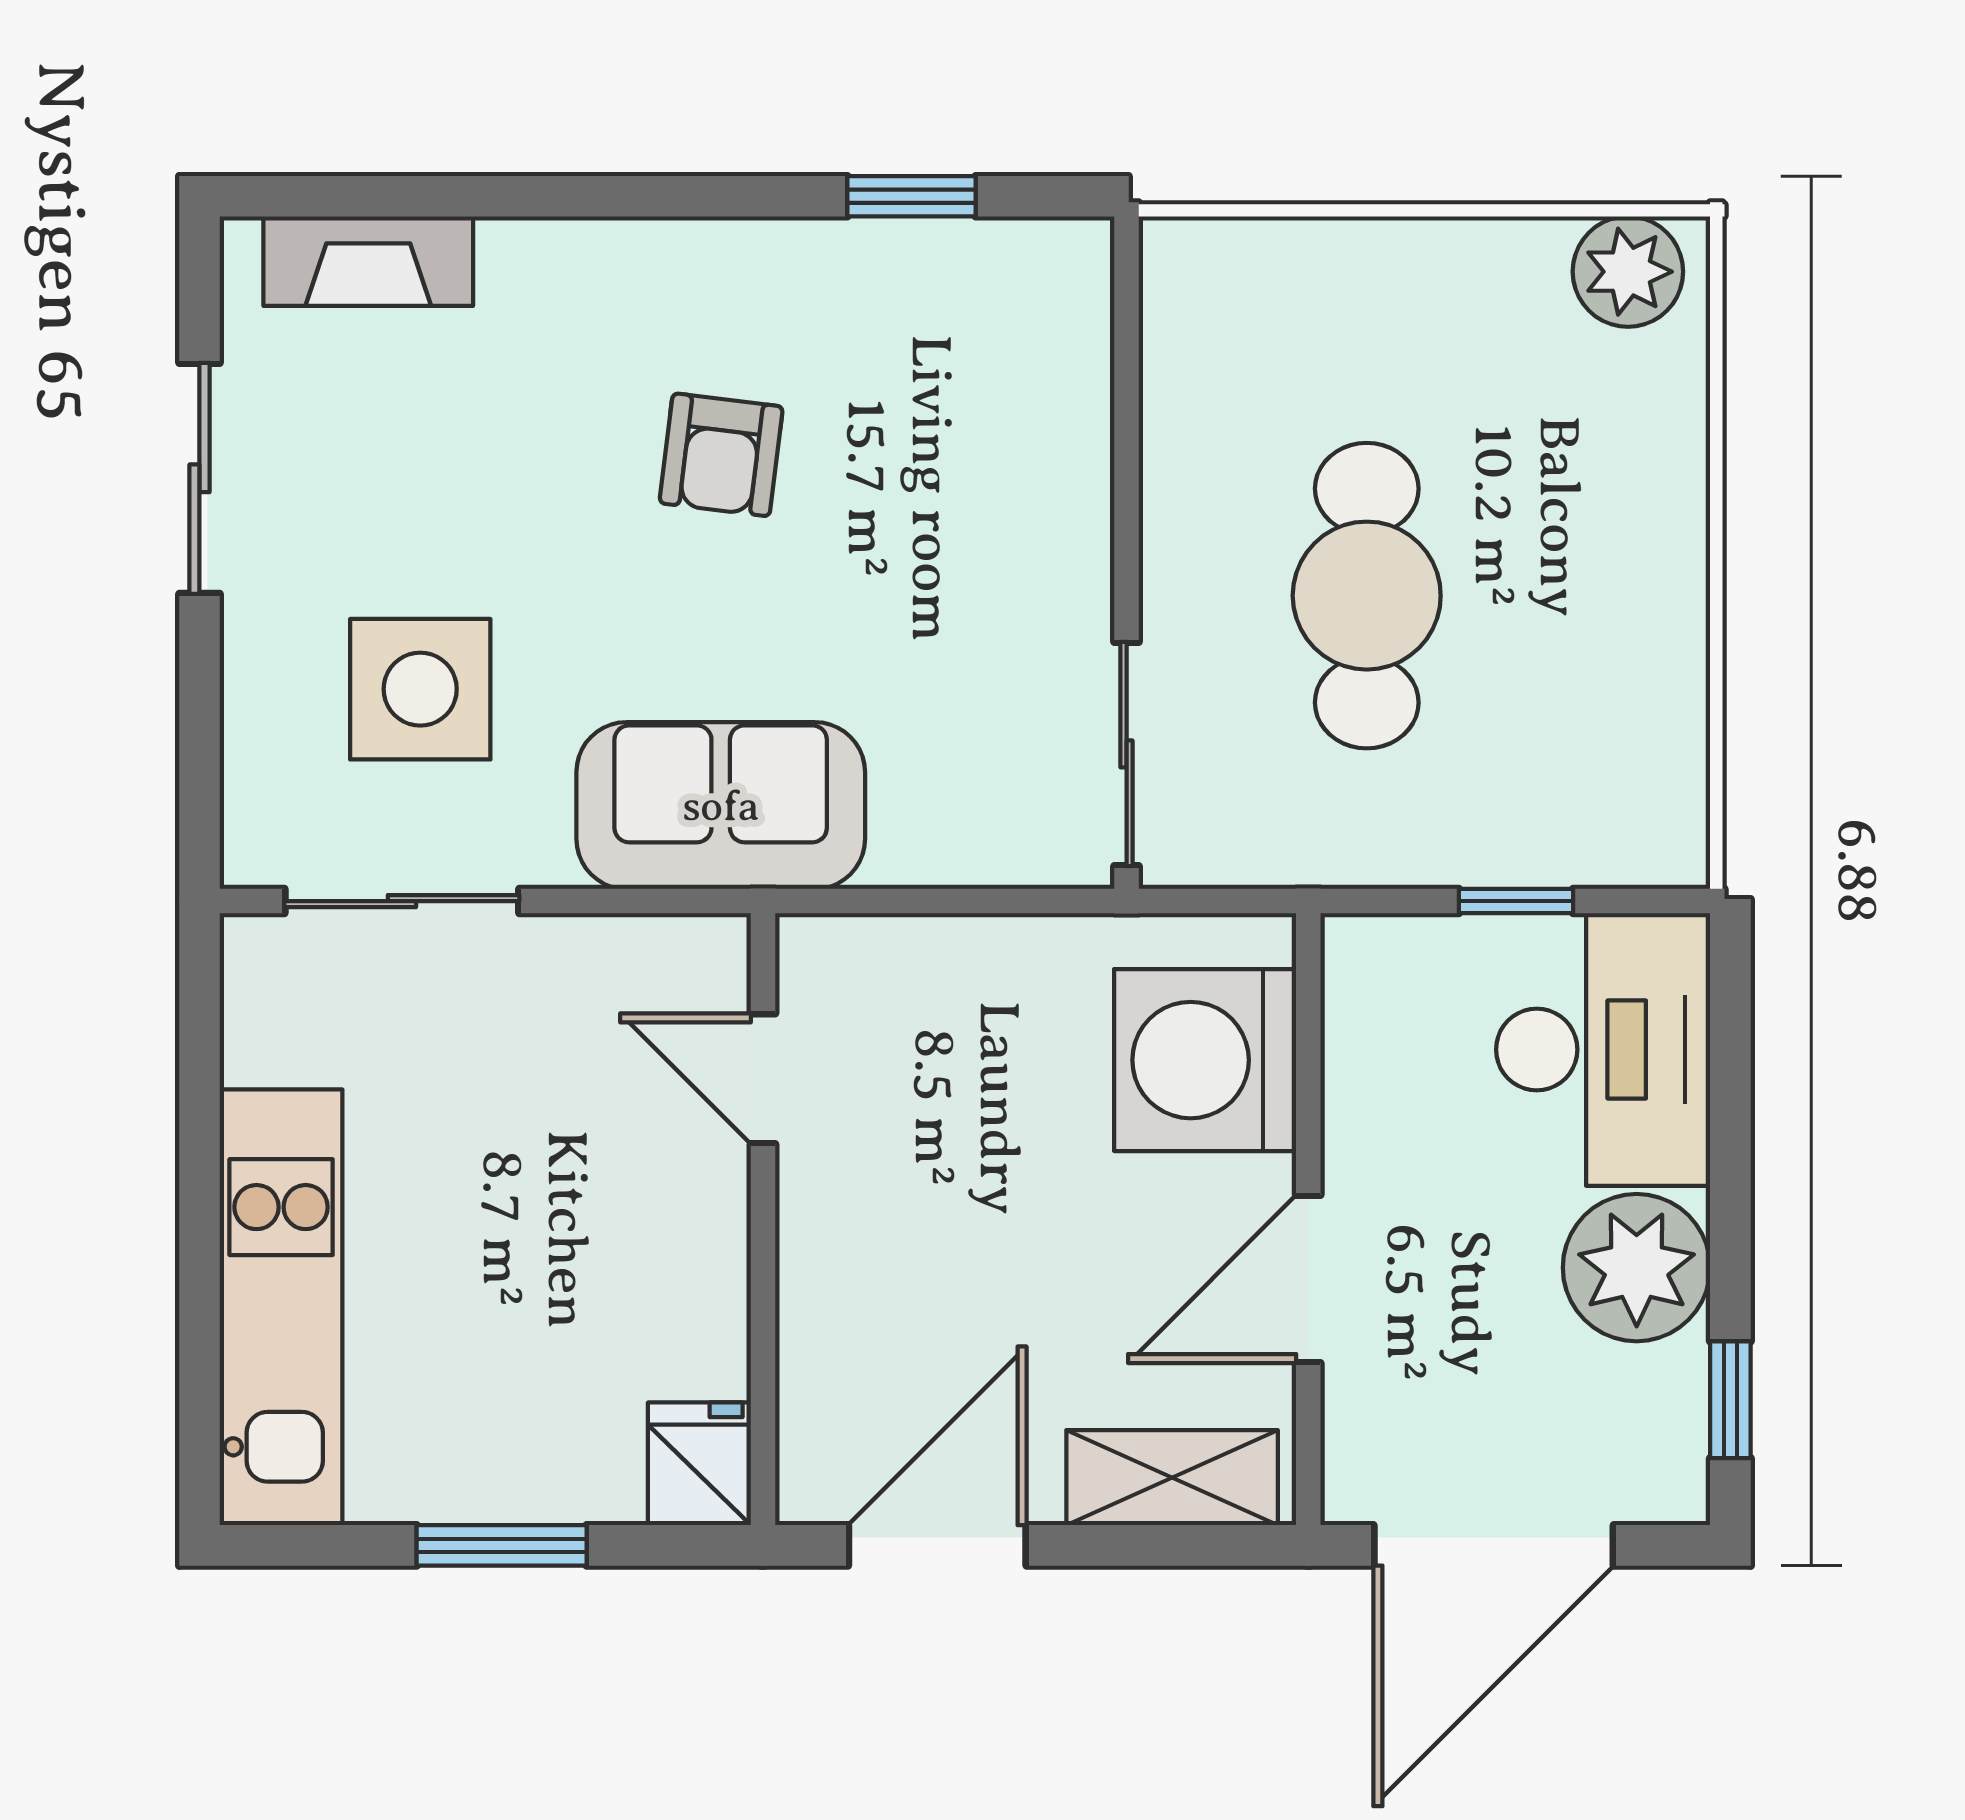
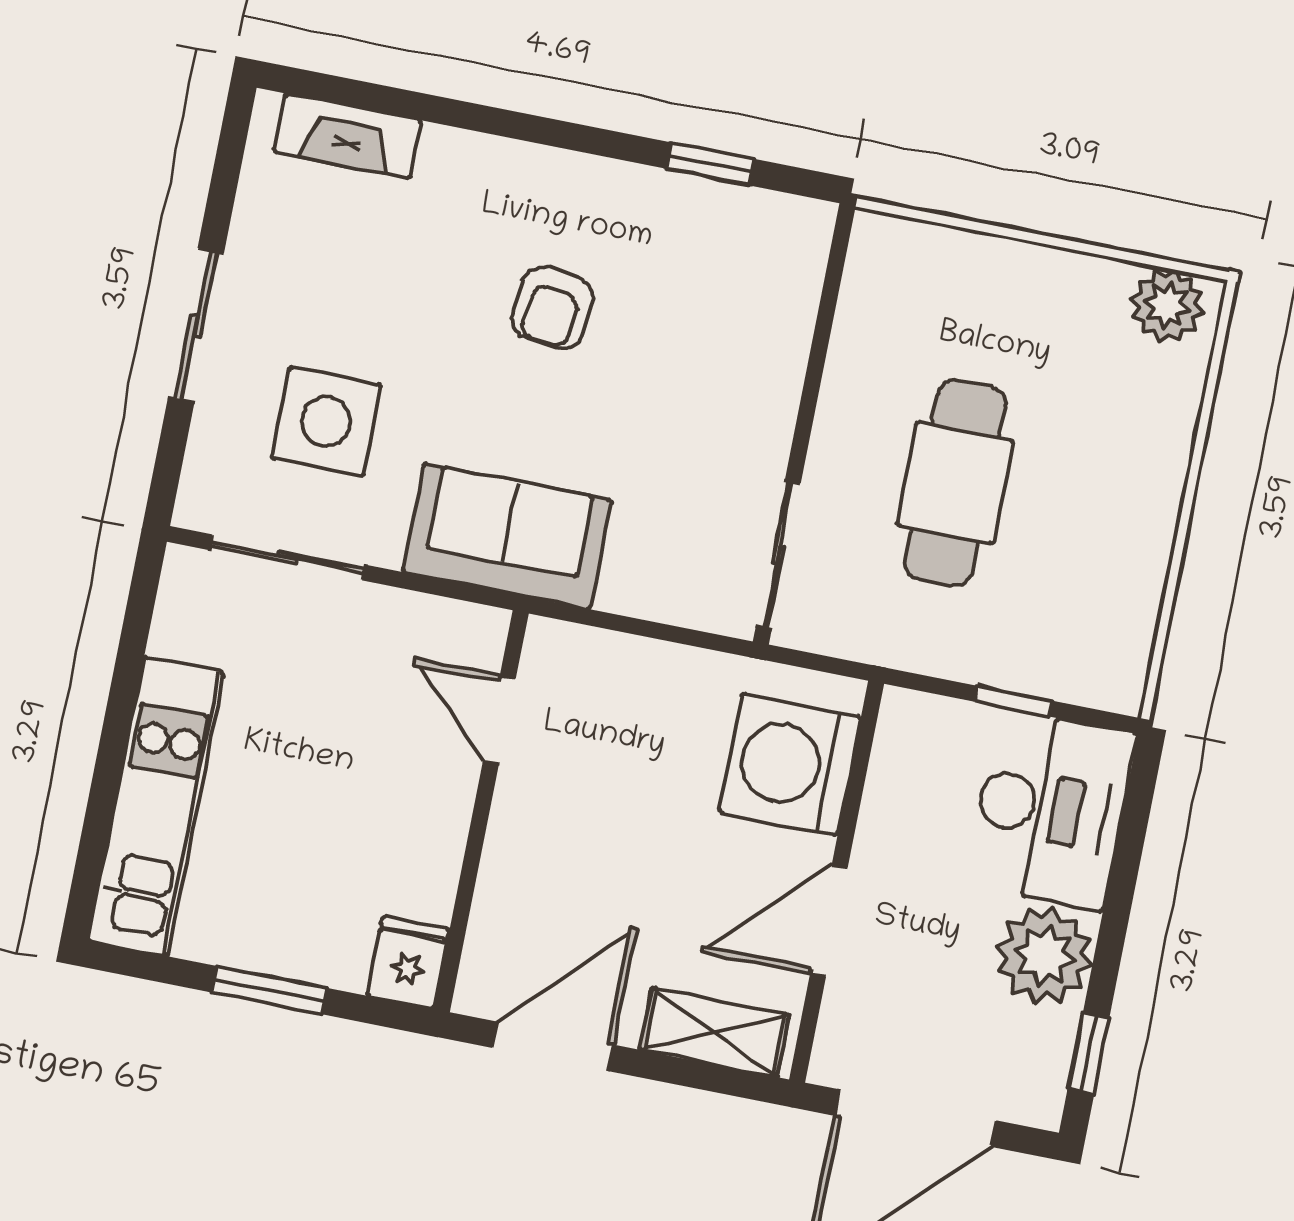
sliding door: (199, 478) -> (196, 326), moved

